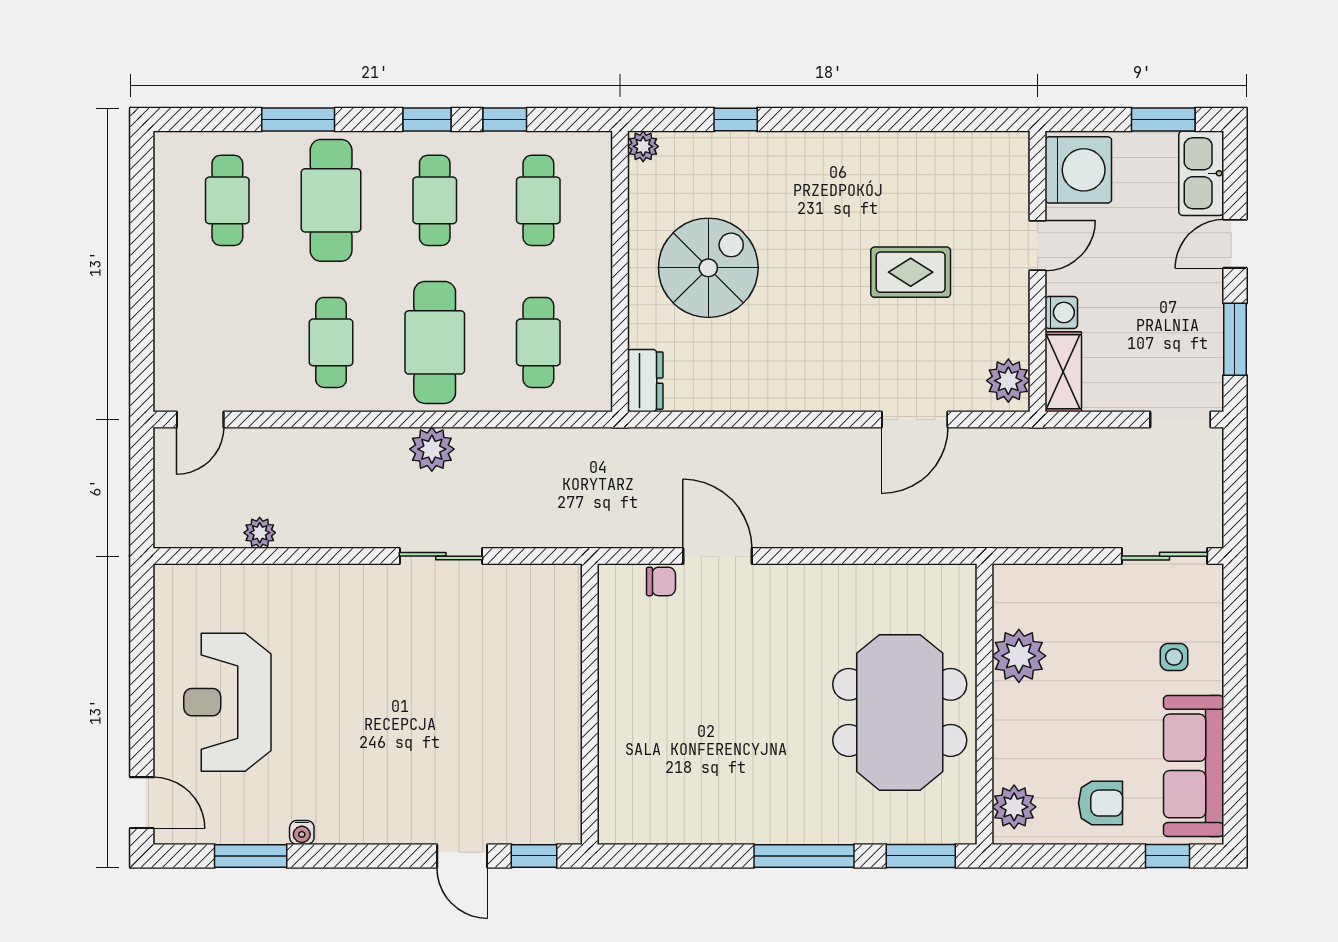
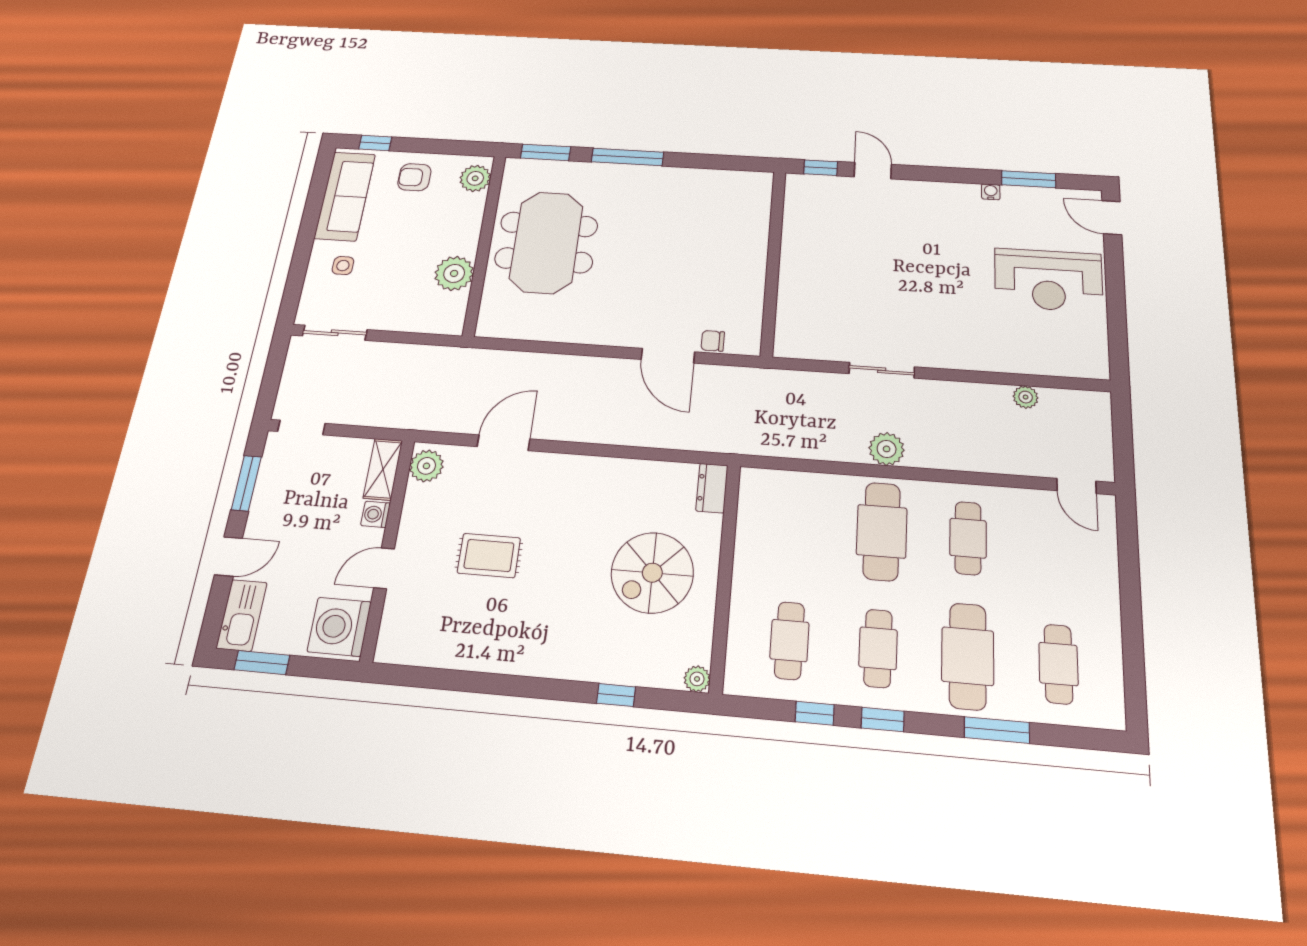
cafe table: (538, 342) -> (796, 524), removed
door: (200, 419) -> (1076, 486), swing flipped
reception desk: (227, 702) -> (1048, 280), turned 90

